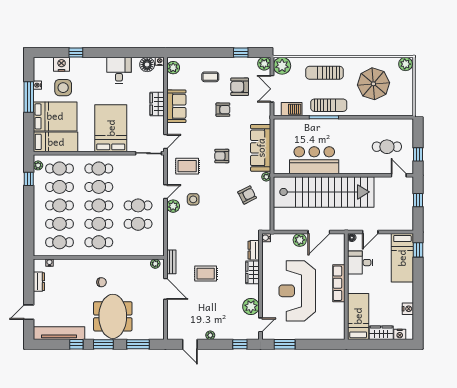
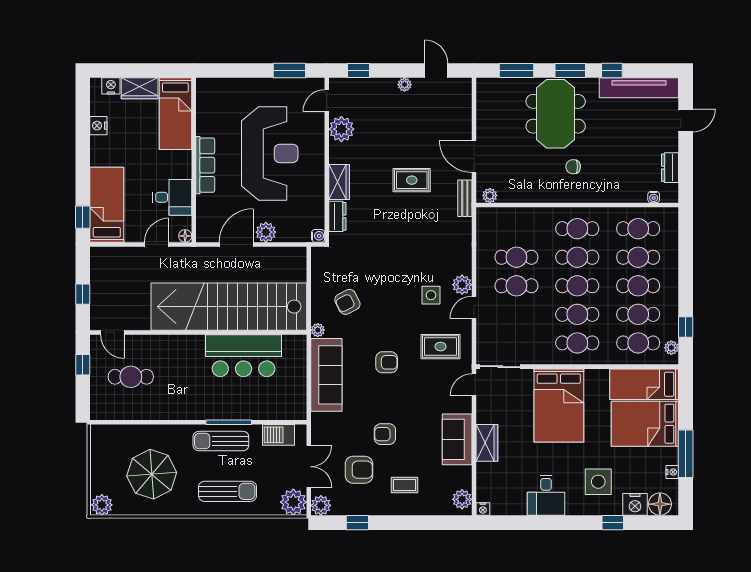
floor lamp: (147, 65) -> (660, 504), moved
side table: (63, 88) -> (598, 482), moved

